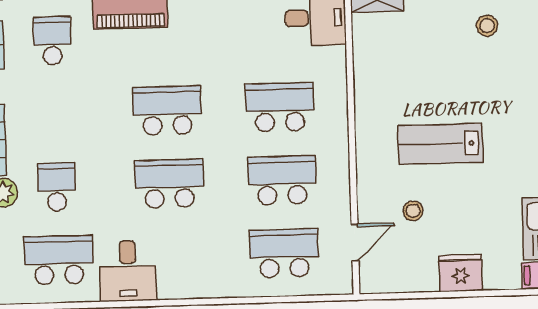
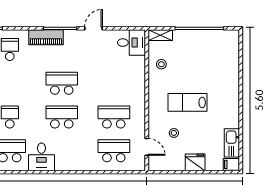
stool: (487, 26) -> (161, 64), moved
school desk: (280, 107) -> (114, 83), removed
door: (355, 243) -> (147, 147), hinge flipped

